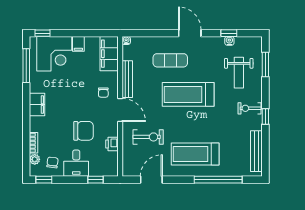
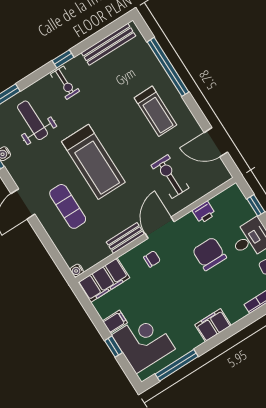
window: (42, 33) -> (113, 347), moved
weight bench: (239, 73) -> (33, 120), turned -90
bench: (127, 79) -> (125, 238), width x0.73
treadmill: (195, 154) -> (156, 111), width x0.73, depth x0.73

